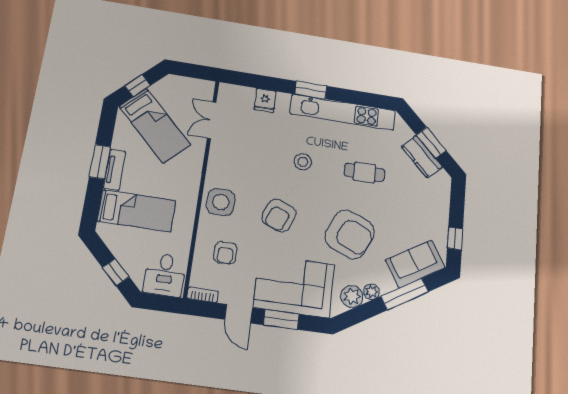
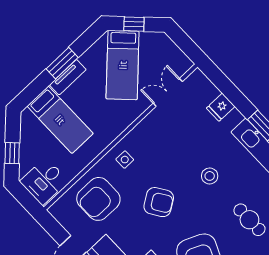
side table: (221, 202) -> (125, 160), width x0.54, depth x0.54
armchair: (279, 216) -> (159, 202), turned -145
armchair: (225, 253) -> (98, 199), width x1.88, depth x1.88
bookcase: (203, 295) -> (59, 216), removed

